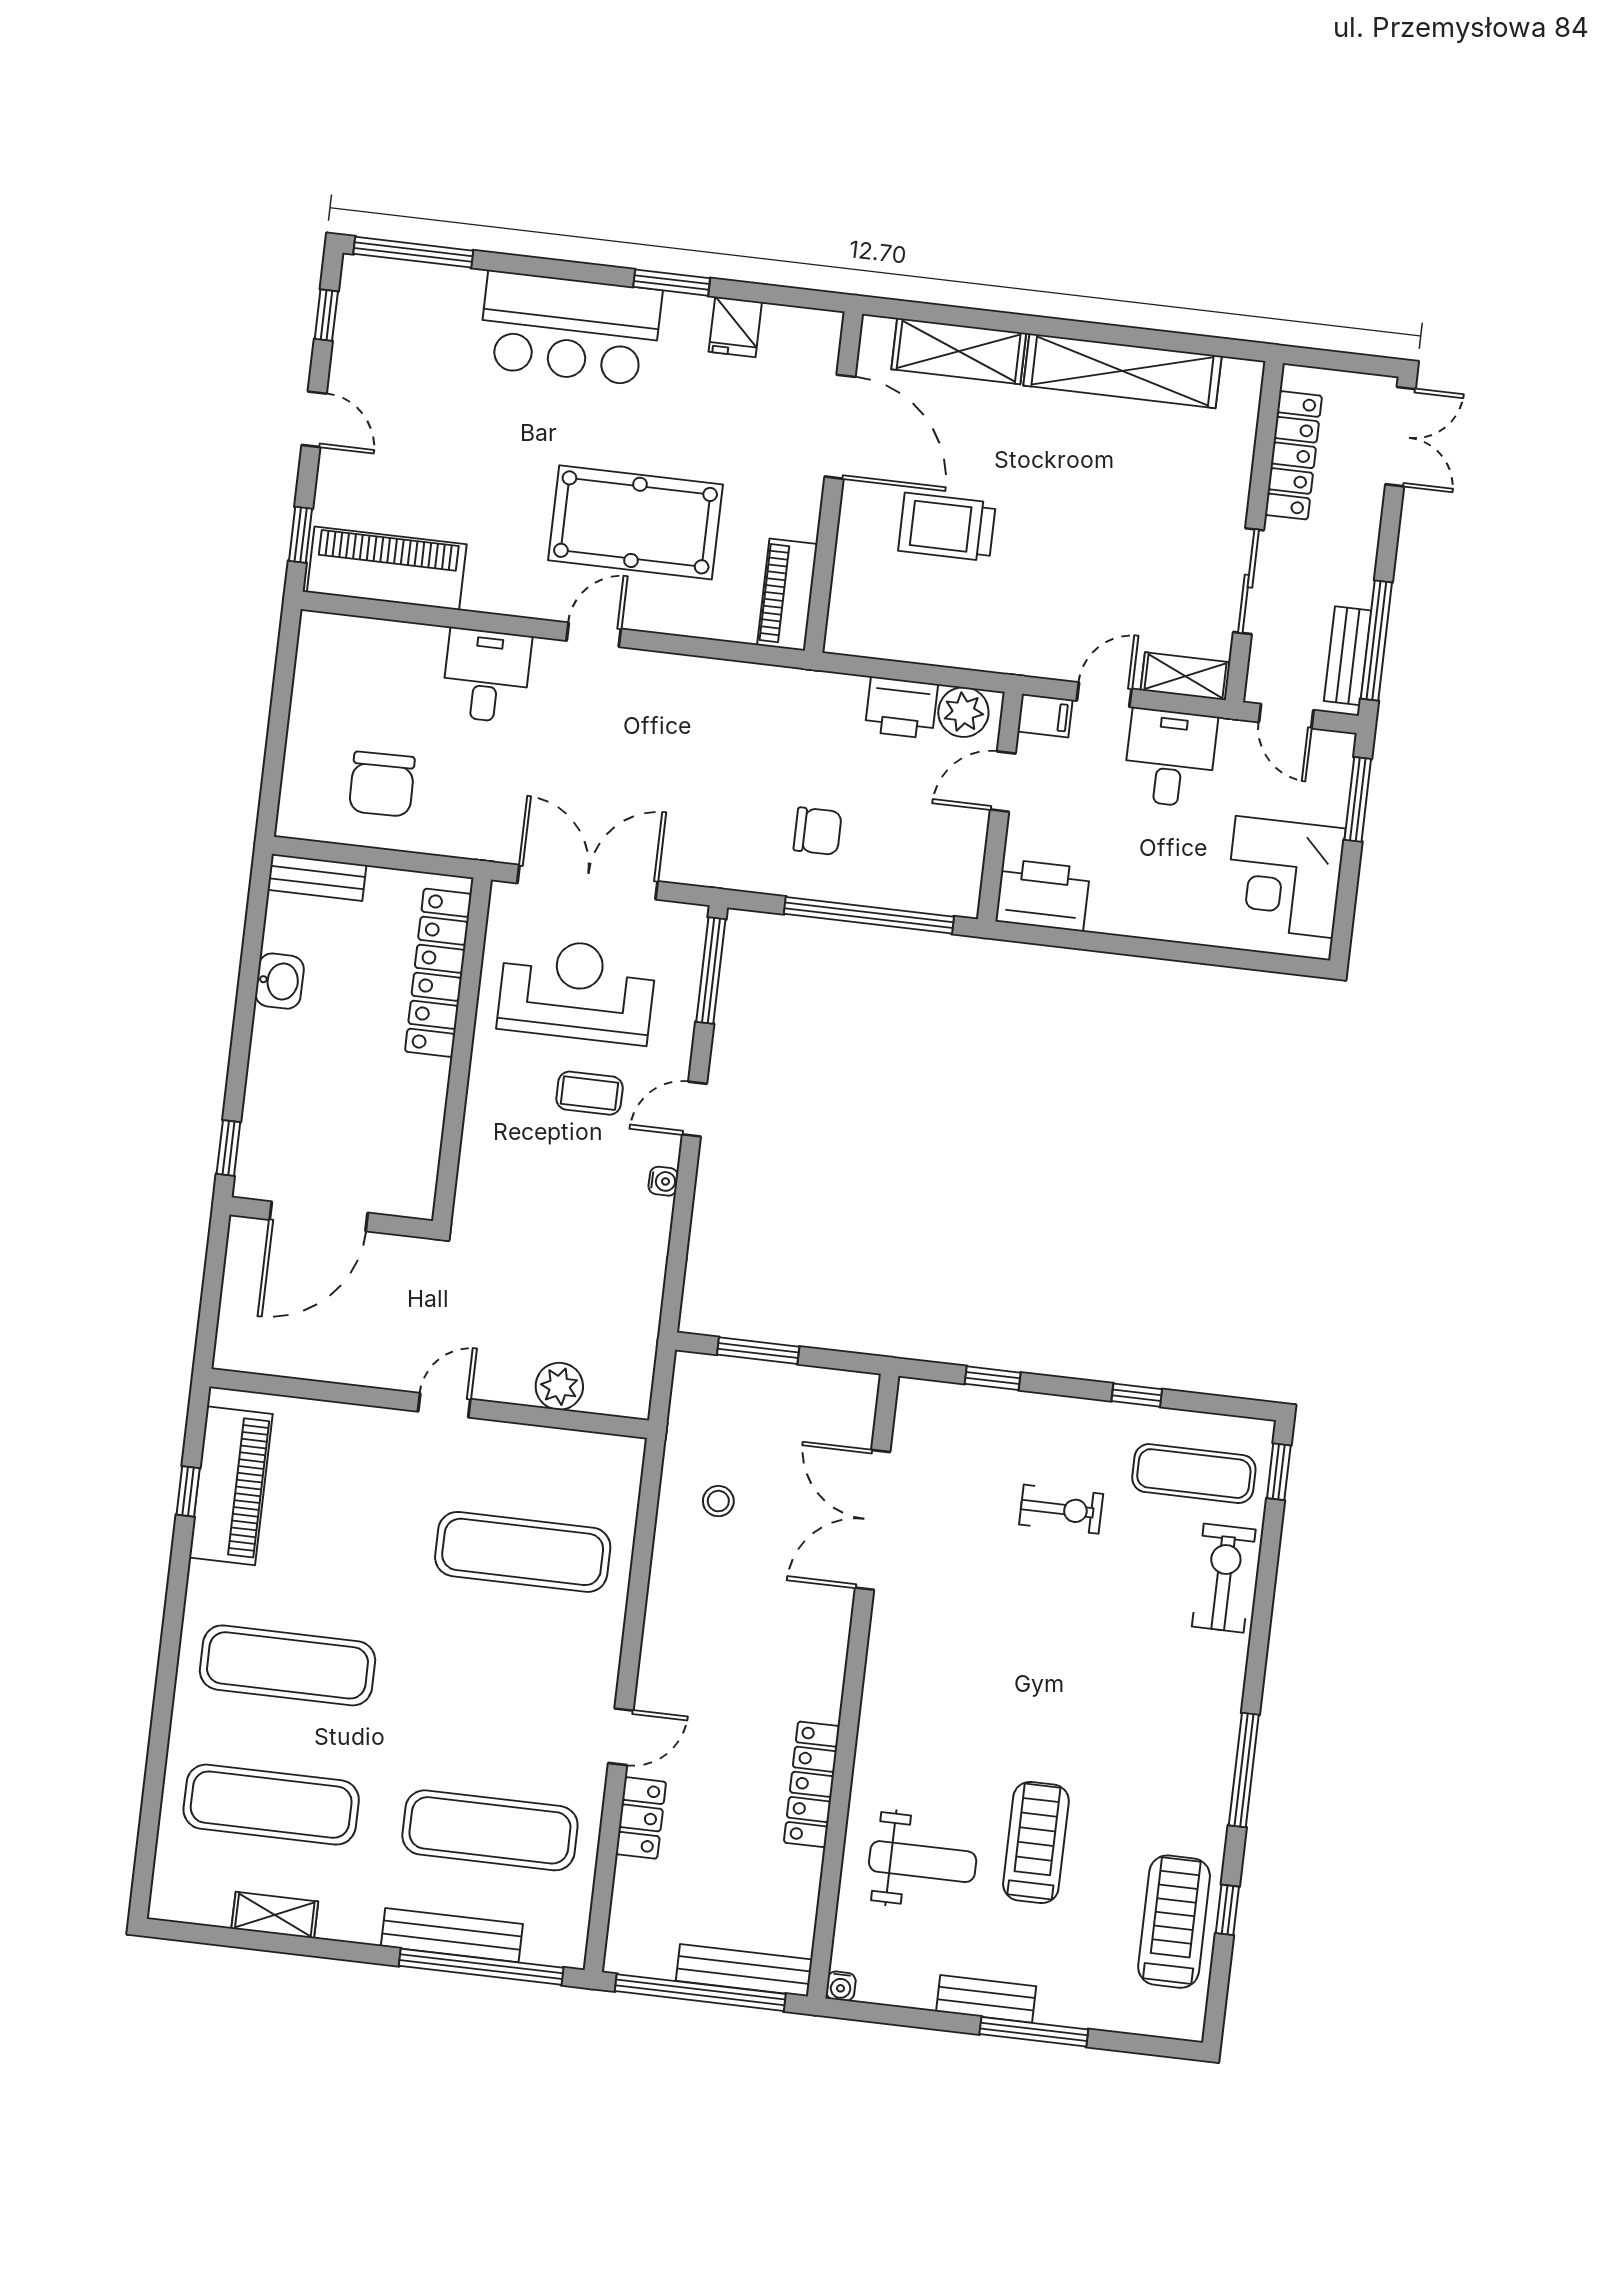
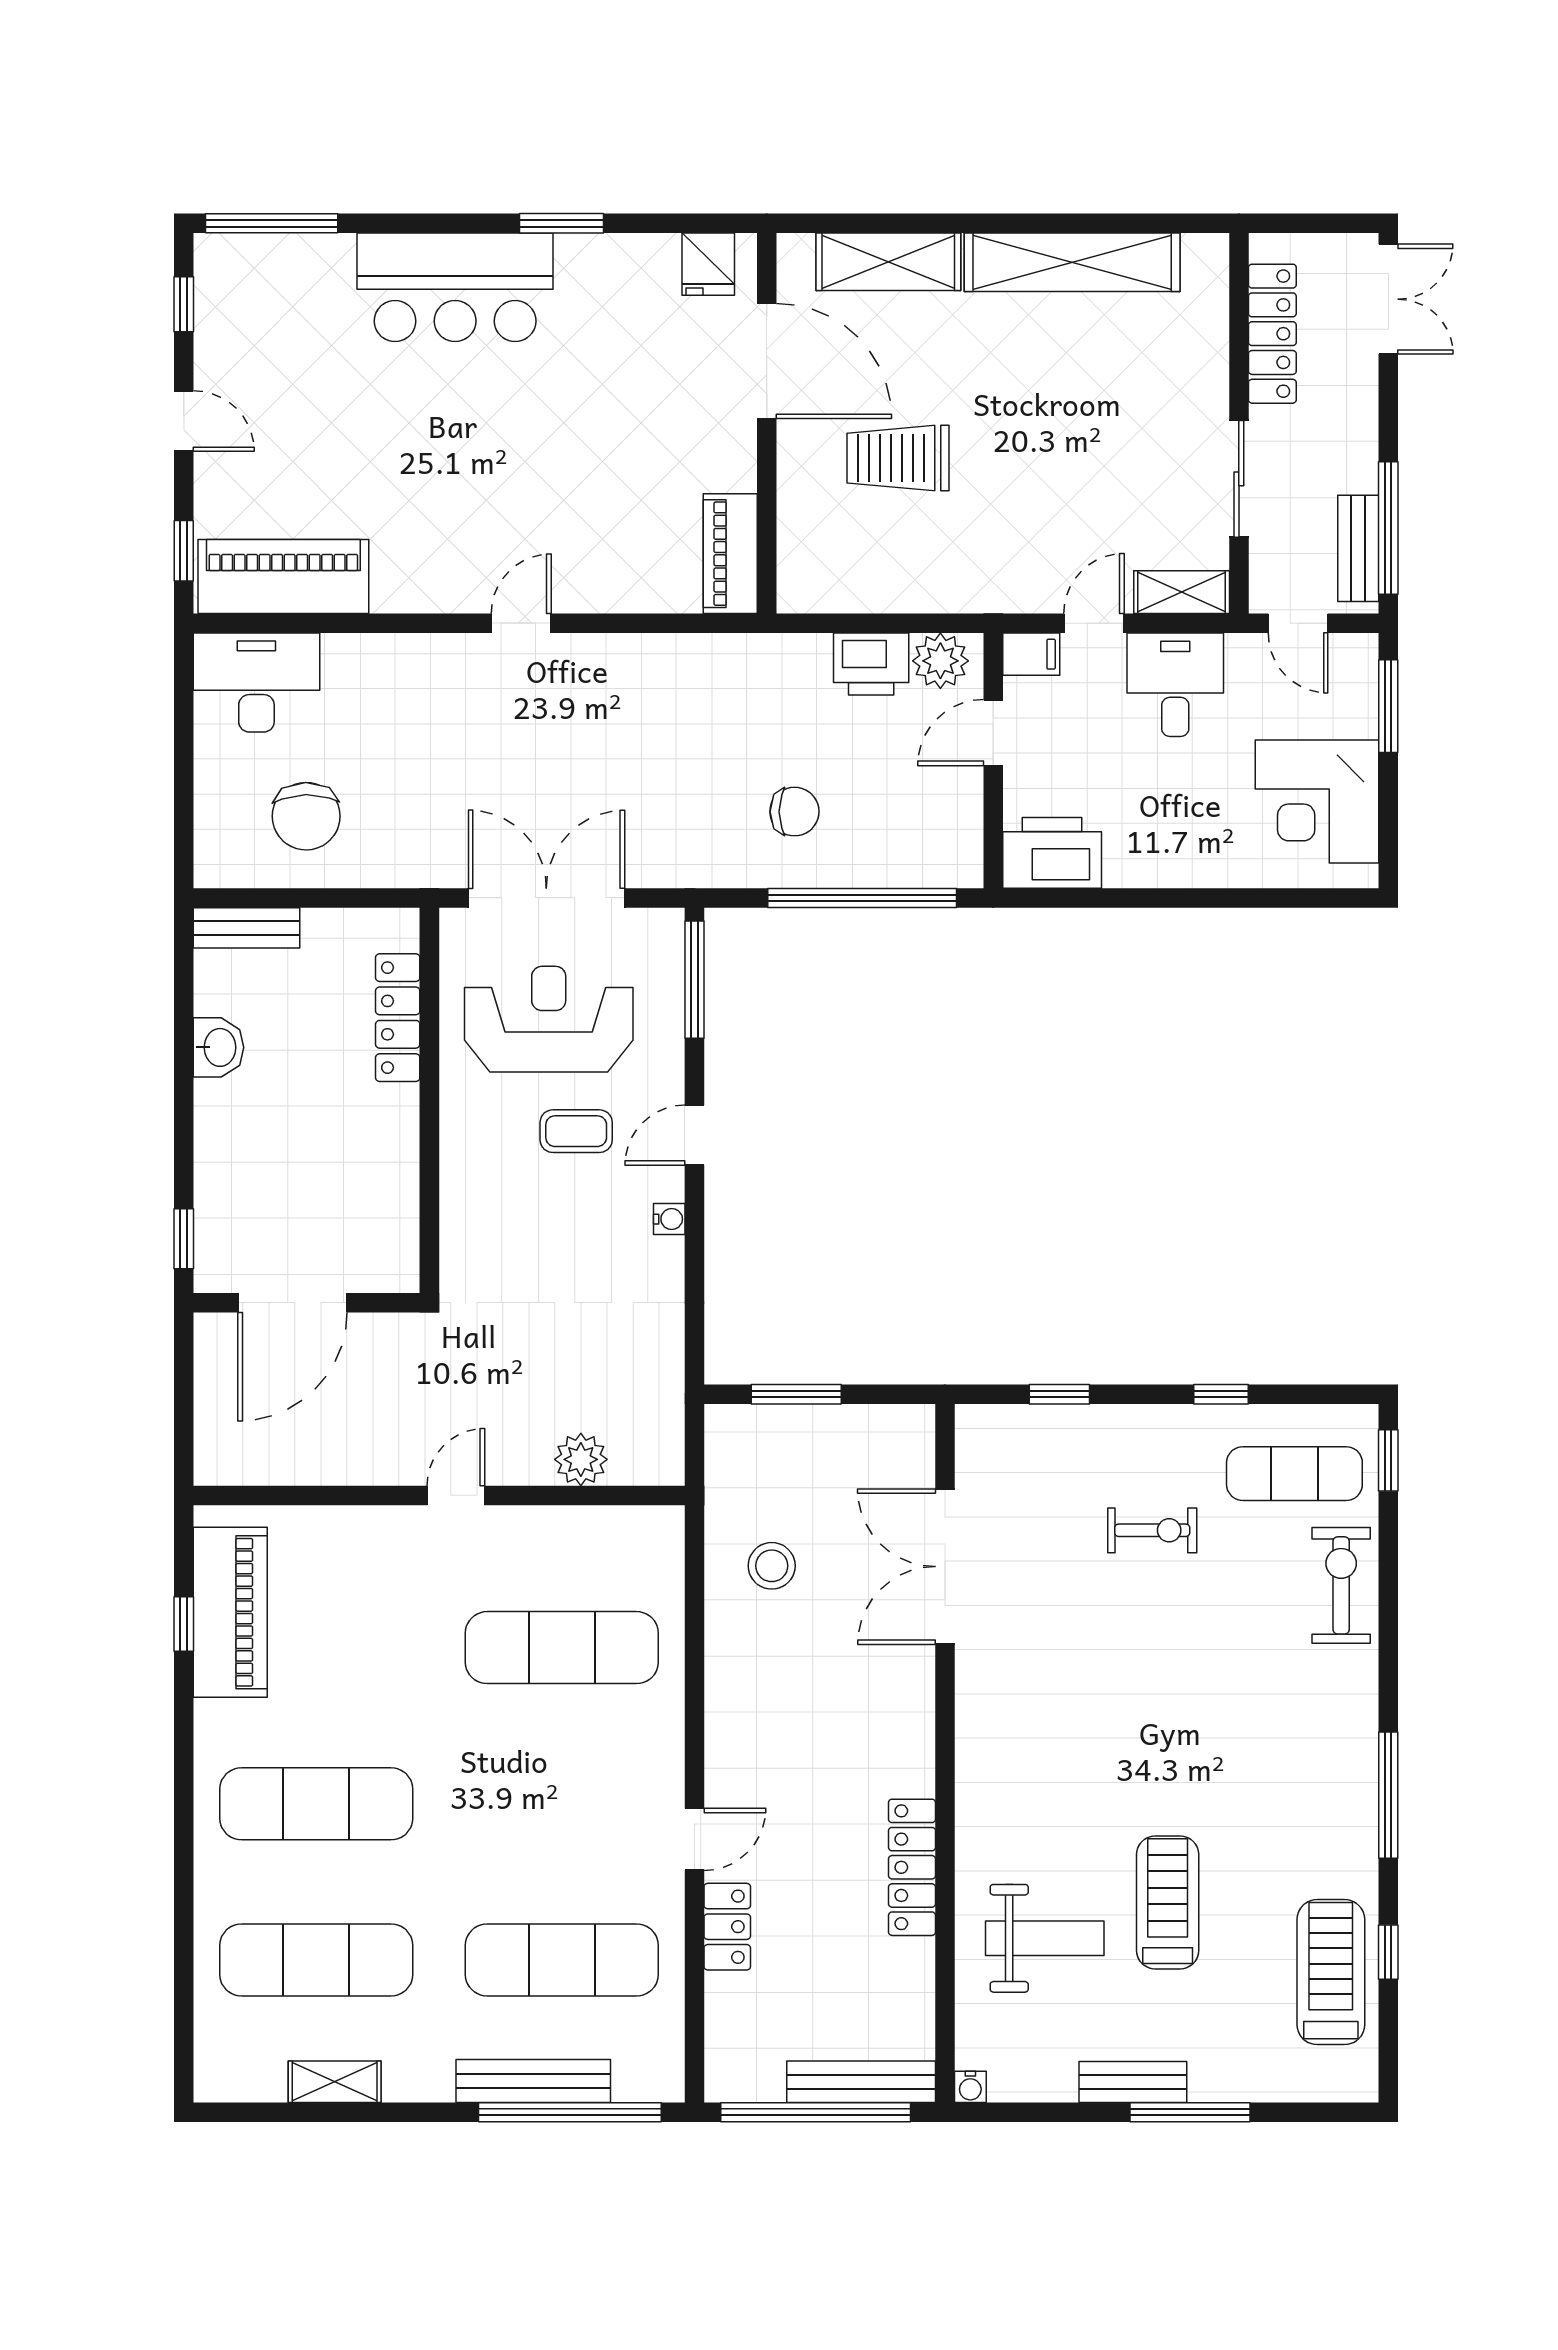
fridge: (735, 327) -> (708, 264), moved
pool table: (636, 522) -> (553, 493), removed
desk: (486, 676) -> (256, 683), moved, width x1.37
locker: (438, 973) -> (398, 1018), width x0.71, depth x0.83
stool: (718, 1501) -> (772, 1566), width x1.37, depth x1.37

